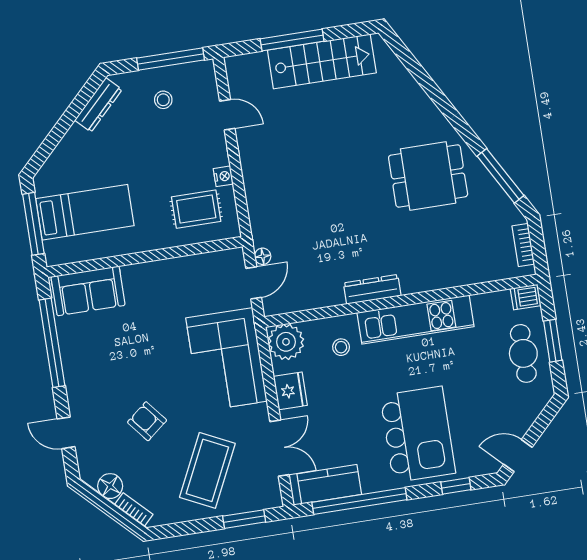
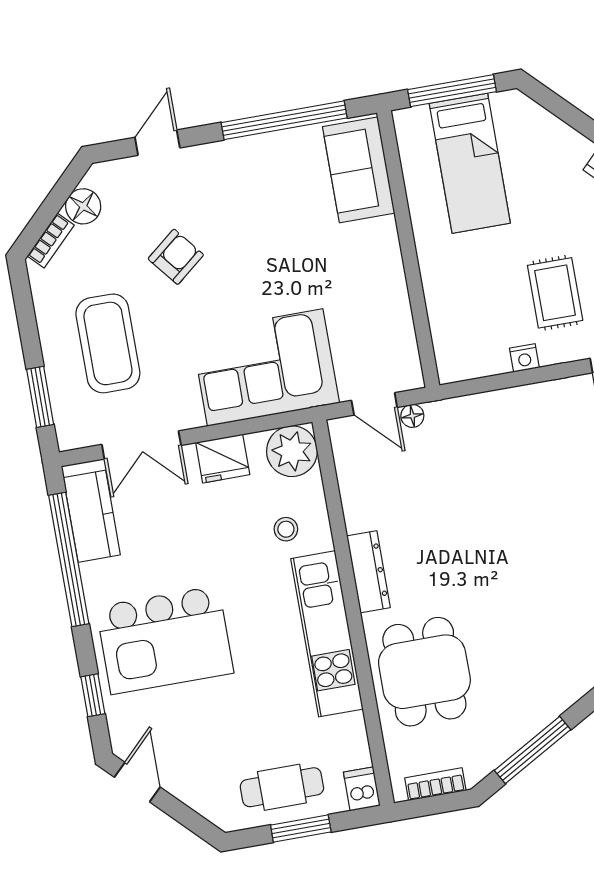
dining table: (428, 176) -> (424, 672), moved
rug: (196, 209) -> (555, 293), moved
coffee table: (207, 470) -> (108, 343), turned 64

